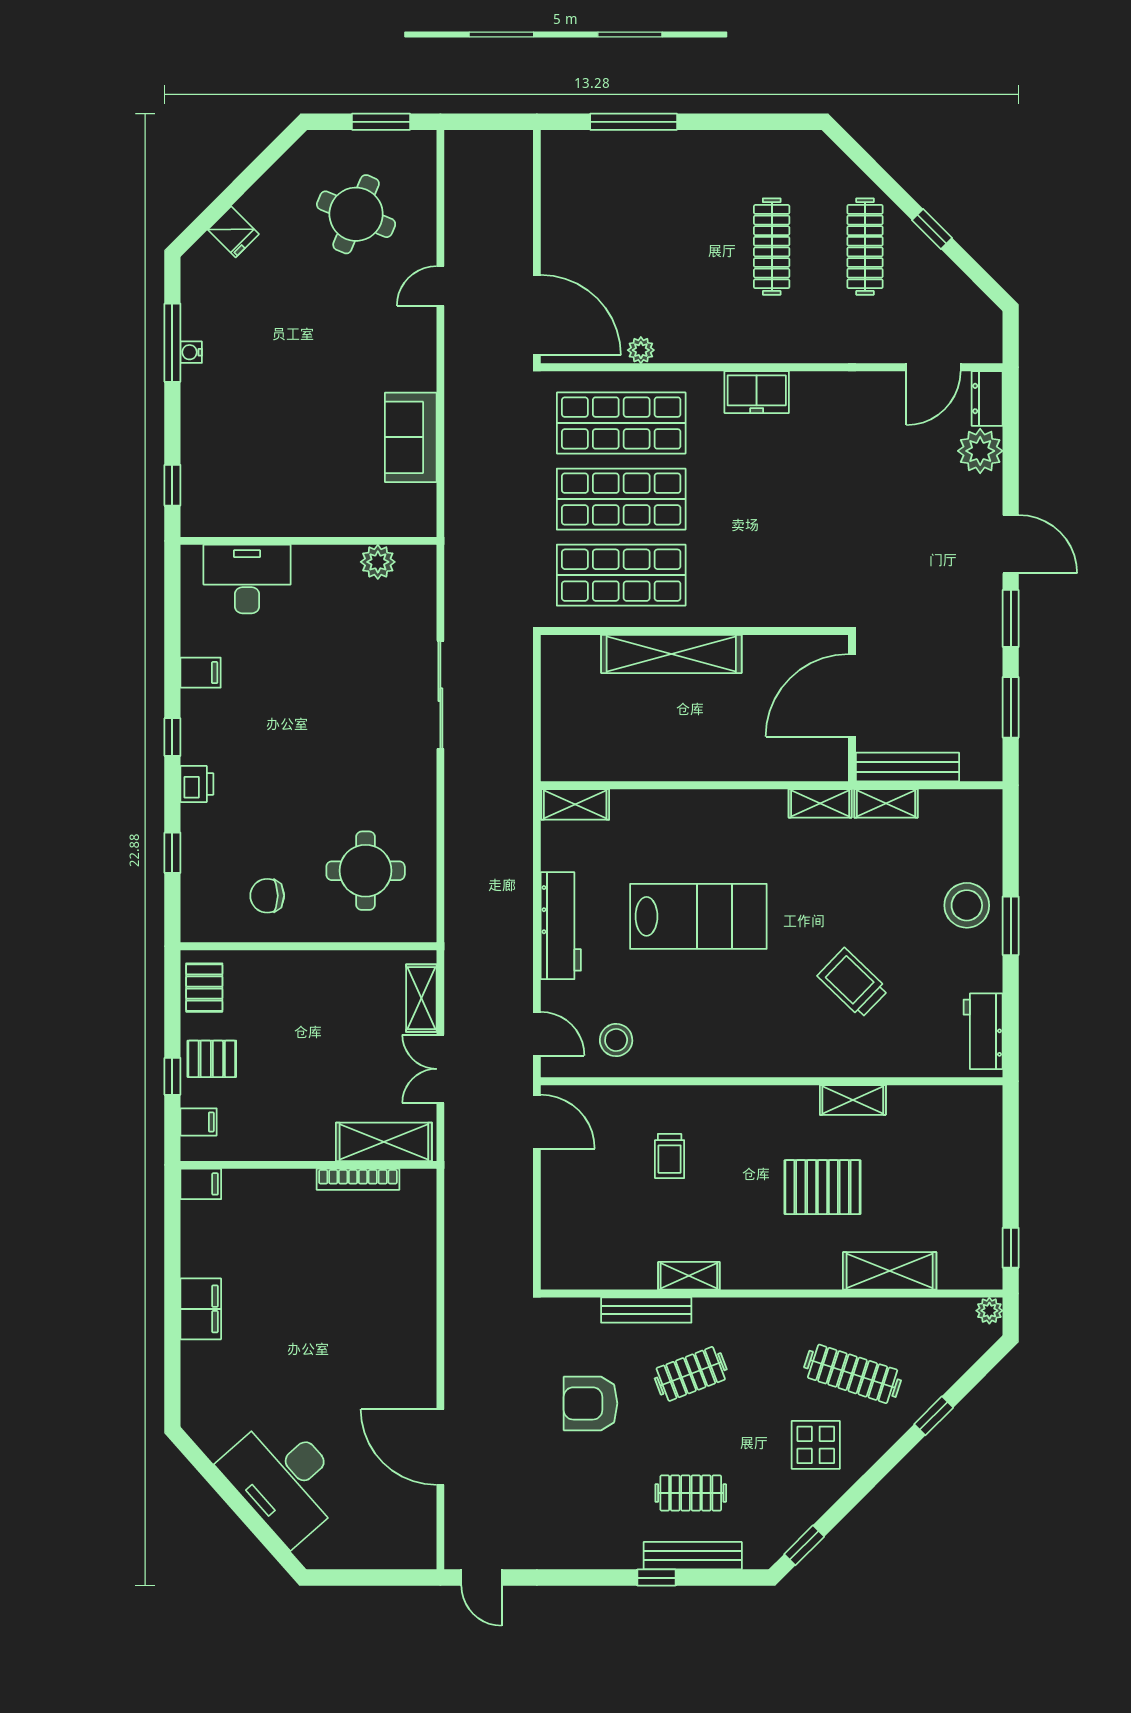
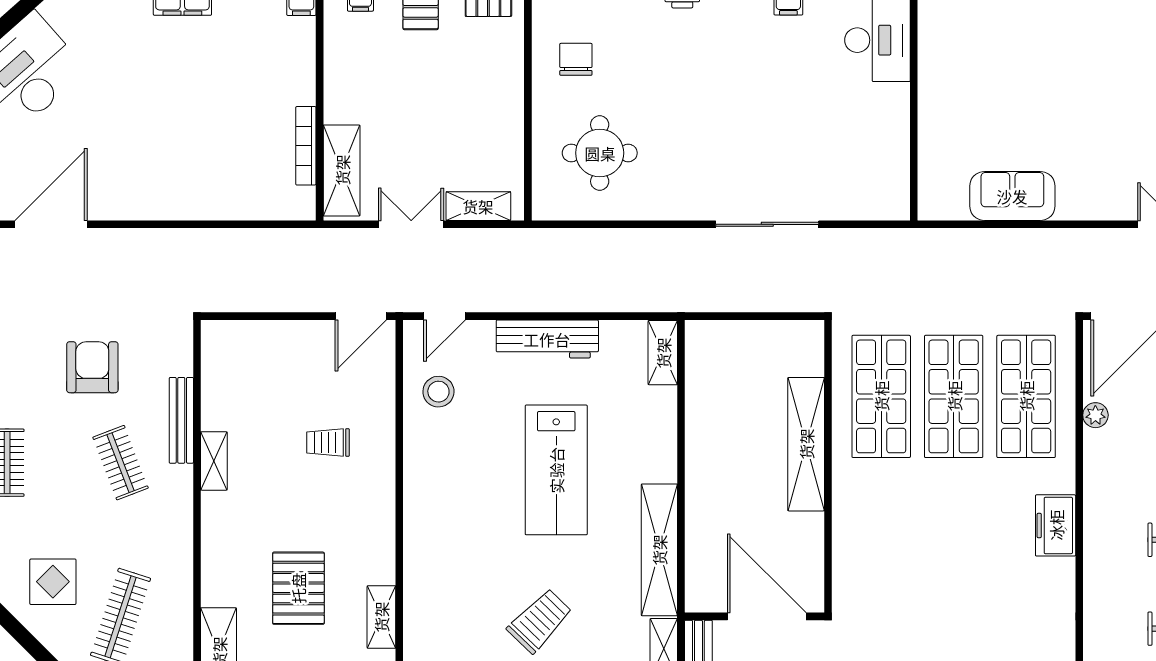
plant: (378, 562) -> (894, 165), removed
shelving: (820, 803) -> (659, 550), width x2.20, depth x1.33
trolley: (853, 983) -> (540, 621), moved

